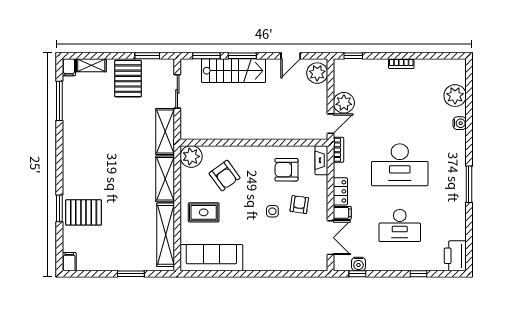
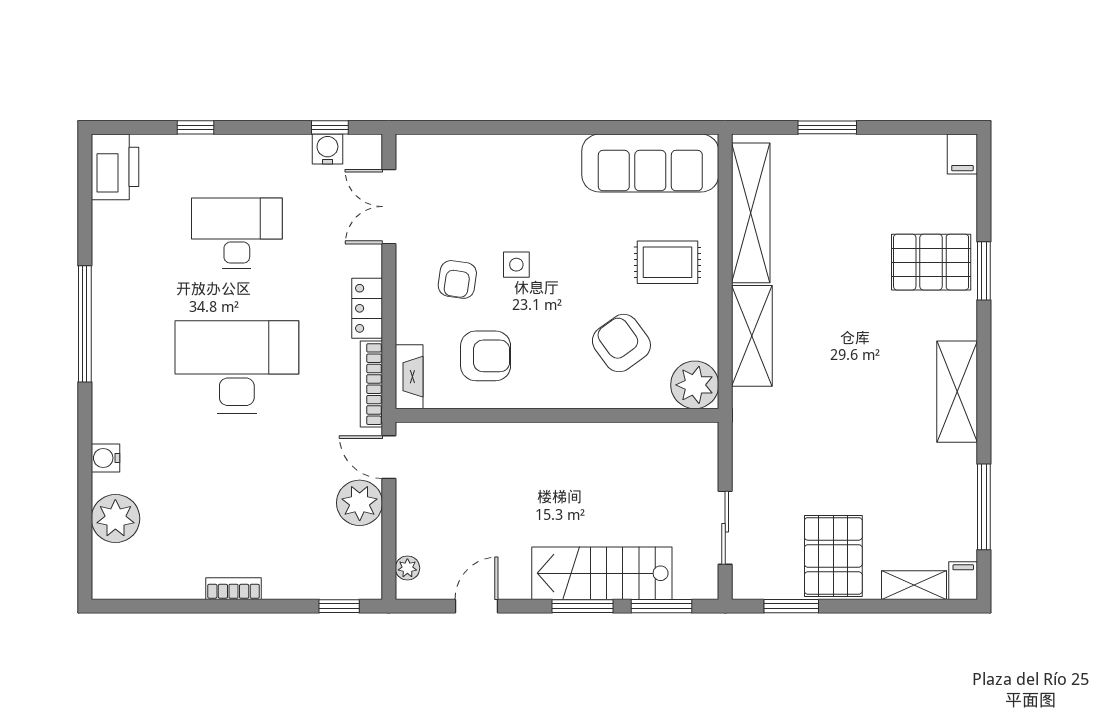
plant: (317, 73) -> (407, 568), width x0.53, depth x0.53
door: (331, 124) -> (389, 457), hinge flipped
shelving: (165, 132) -> (957, 392), moved
bookcase: (338, 150) -> (371, 384), width x1.56
window: (469, 184) -> (85, 324), width x1.46
filing cabinet: (342, 213) -> (363, 261), removed

